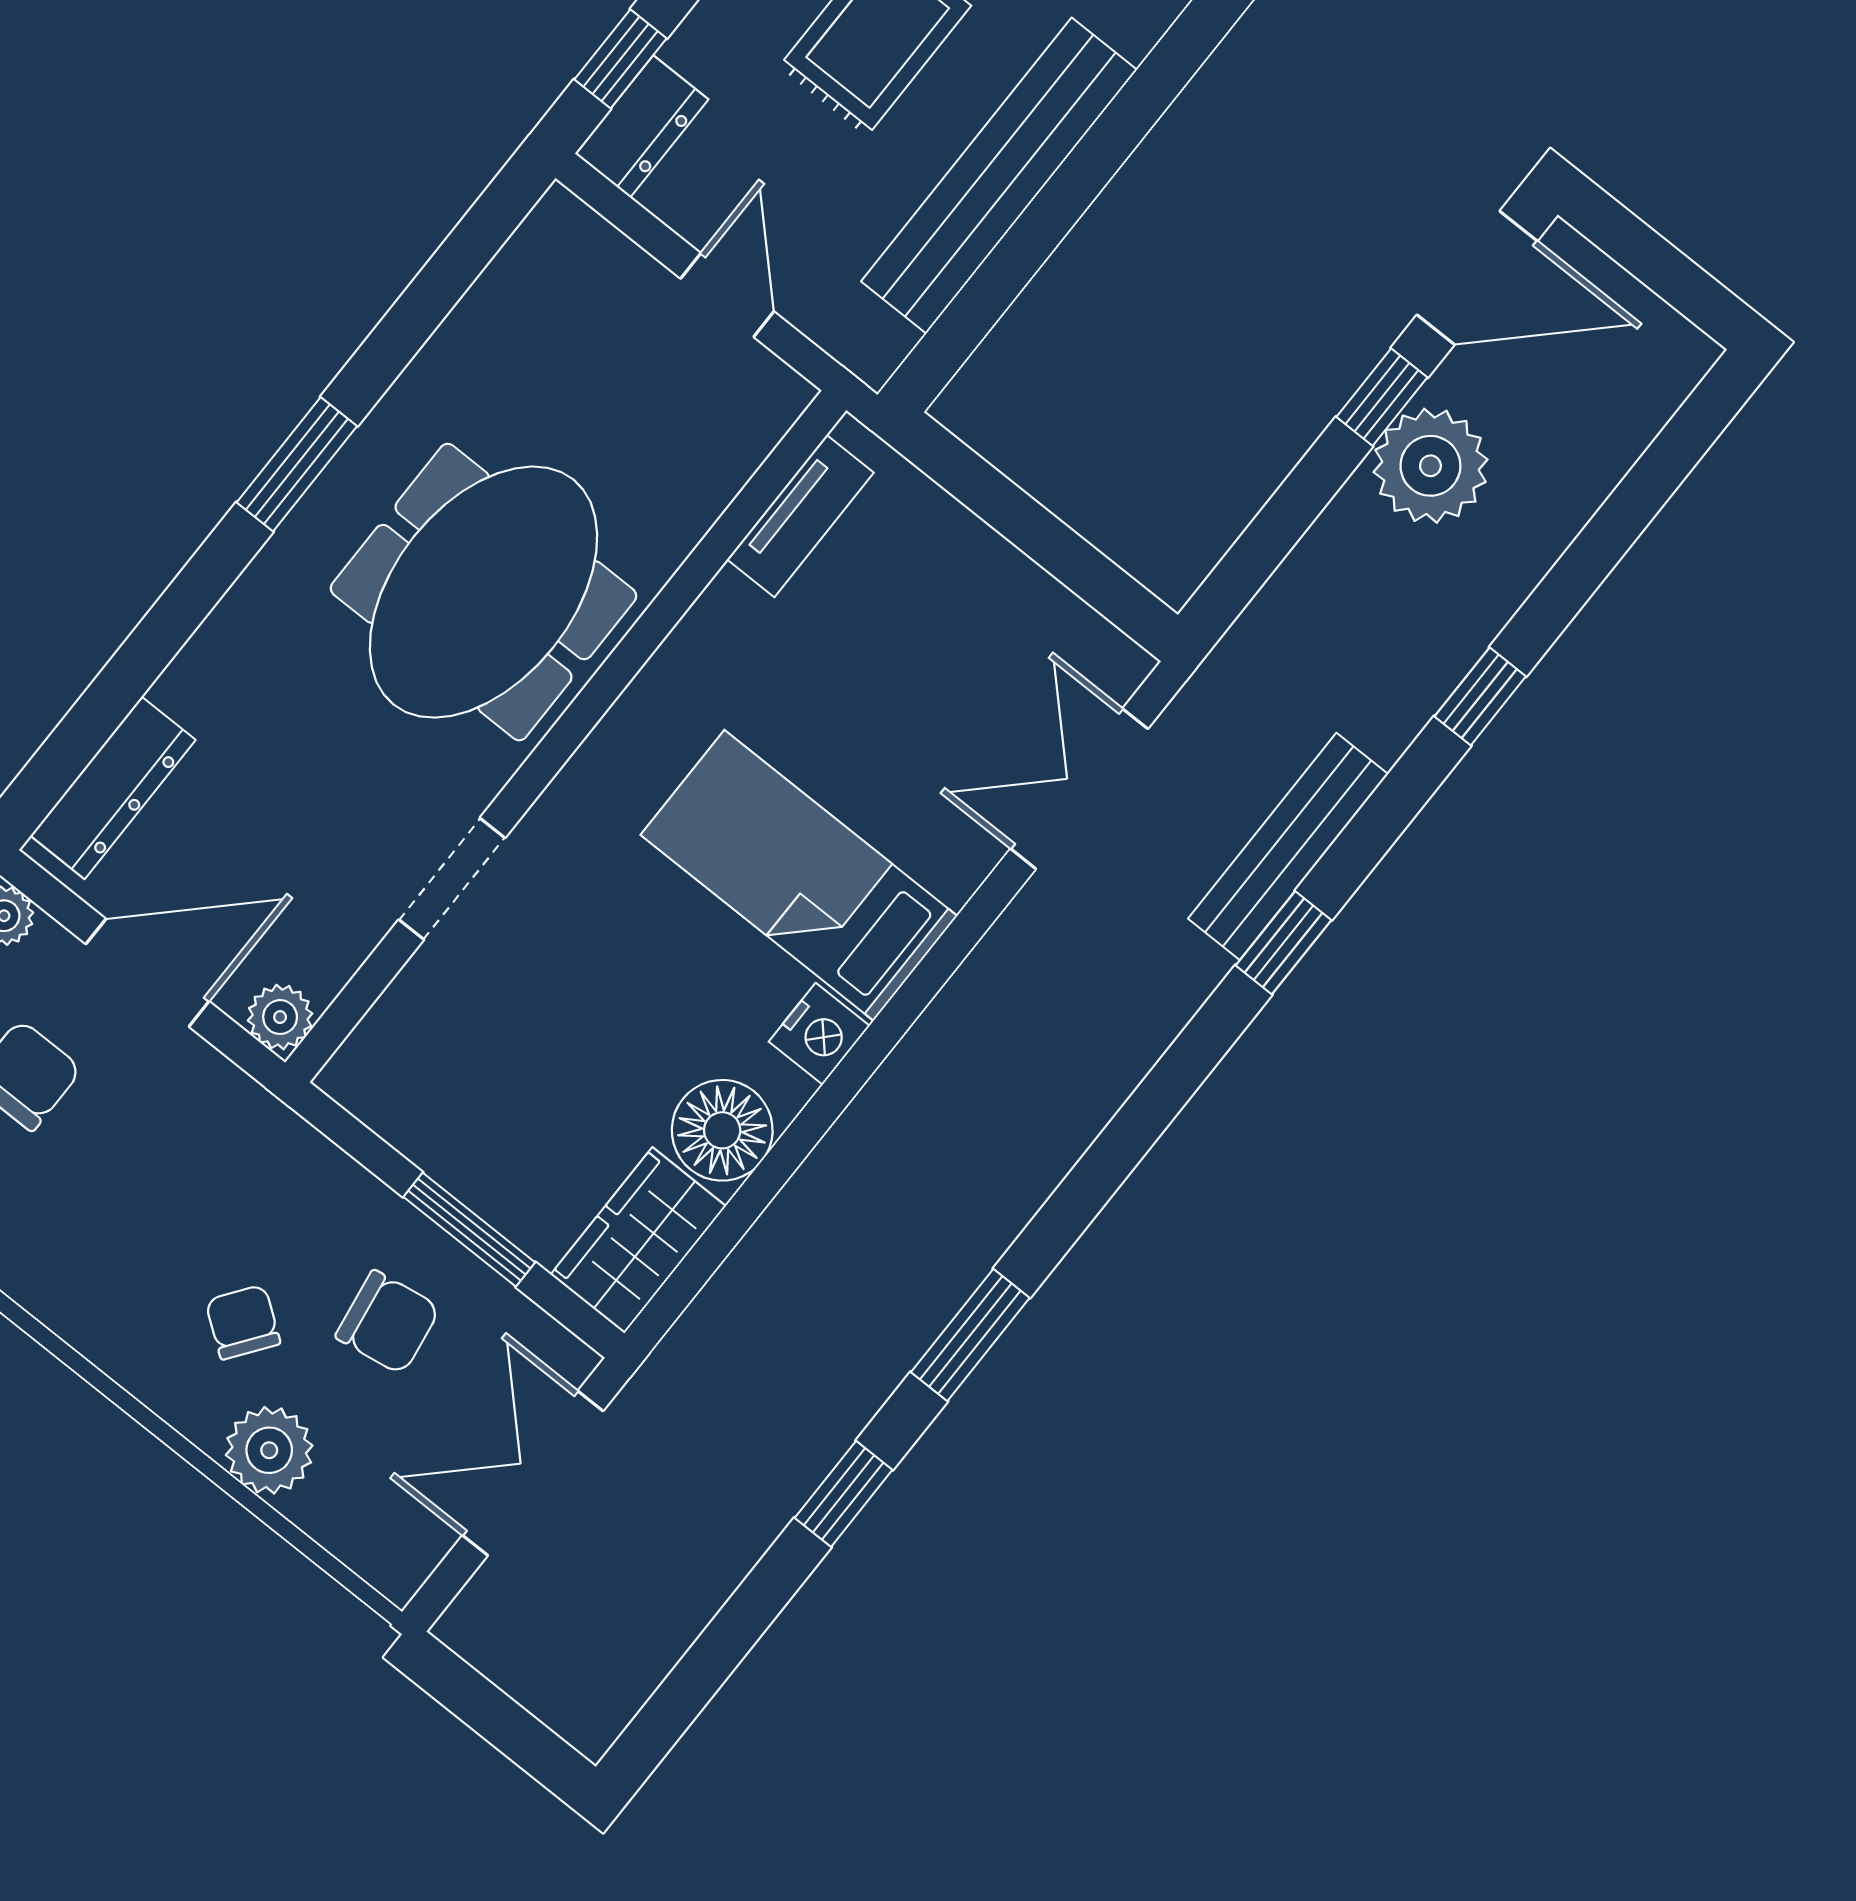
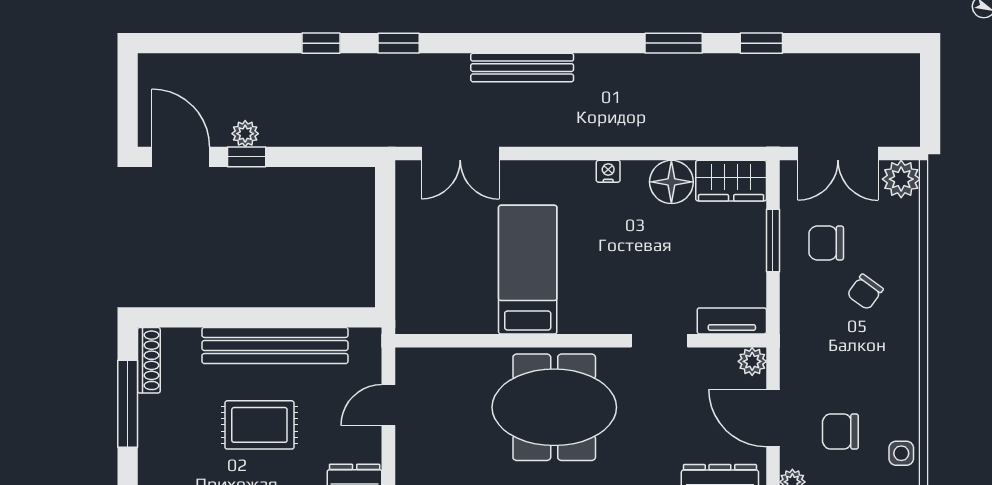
plant: (1430, 466) -> (245, 134), width x0.53, depth x0.53
tv unit: (800, 516) -> (732, 321), moved
bench: (1288, 846) -> (522, 68), moved
bed: (799, 875) -> (528, 270), moved, turned 180
window: (1284, 943) -> (399, 43), moved
nightstand: (819, 1034) -> (608, 171), width x0.72, depth x0.74
chair: (388, 1322) -> (826, 243), turned -81
plant: (269, 1450) -> (901, 179), moved

